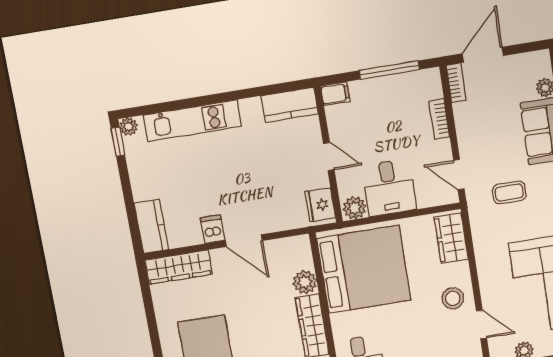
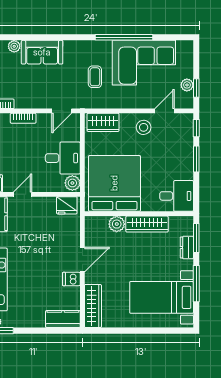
door: (329, 157) -> (23, 194), moved
coffee table: (509, 192) -> (95, 77), moved

